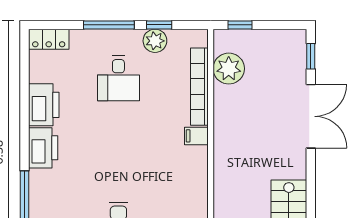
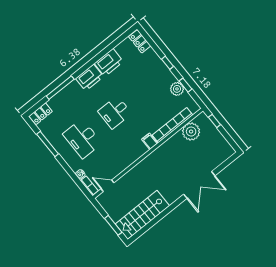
window: (109, 25) -> (168, 63), width x0.46
window: (311, 56) -> (226, 164), removed
desk: (118, 78) -> (115, 112), moved

